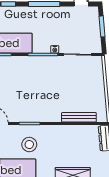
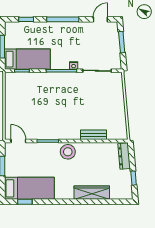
bench: (79, 117) -> (94, 135), width x0.73
stool: (29, 145) -> (68, 152), moved

